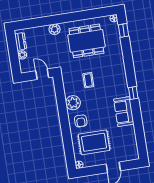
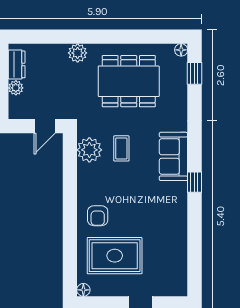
door: (42, 74) -> (45, 126), swing flipped
plant: (73, 103) -> (89, 150), moved
sofa: (124, 112) -> (173, 156), moved

